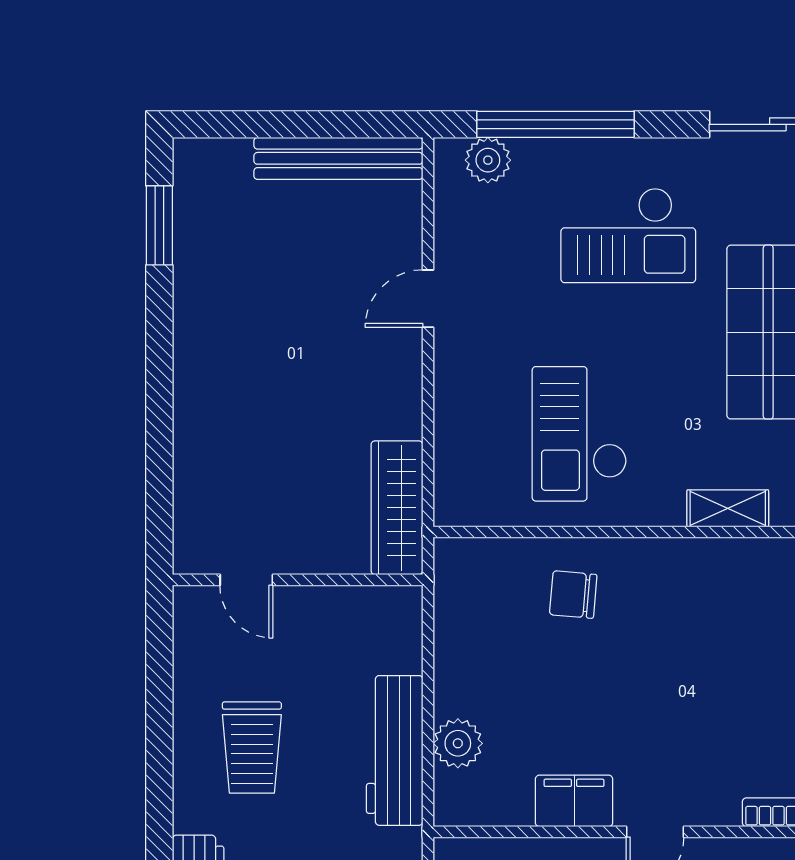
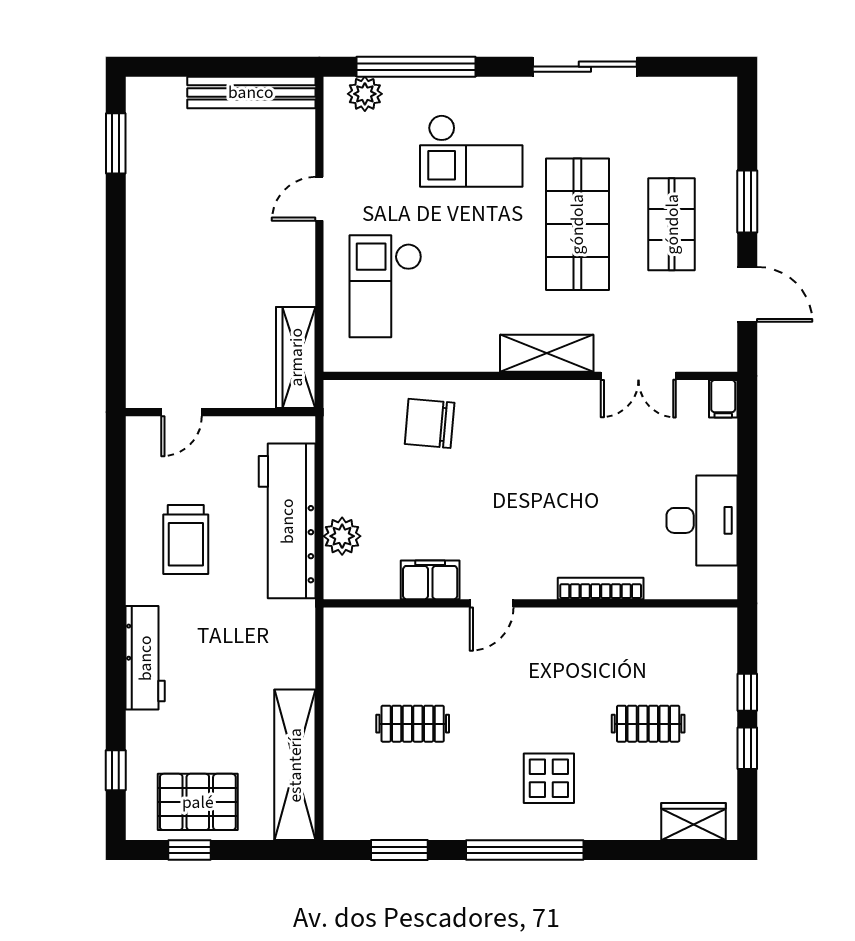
checkout: (579, 434) -> (385, 286), moved
shelving: (728, 508) -> (547, 353), width x1.50, depth x1.33
door: (246, 580) -> (182, 412), hinge flipped
chair: (573, 595) -> (430, 423), width x1.37, depth x1.37
workbench: (395, 750) -> (287, 521), width x1.36, depth x1.32

